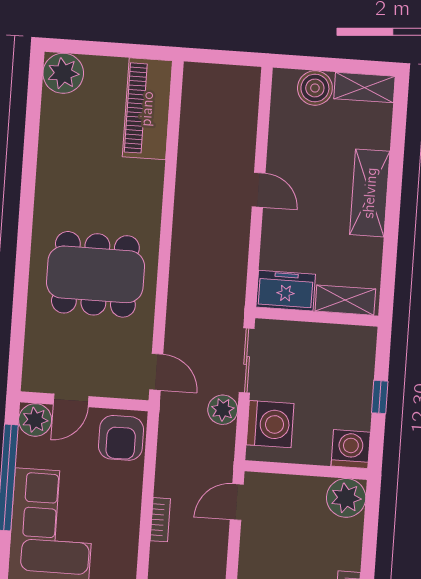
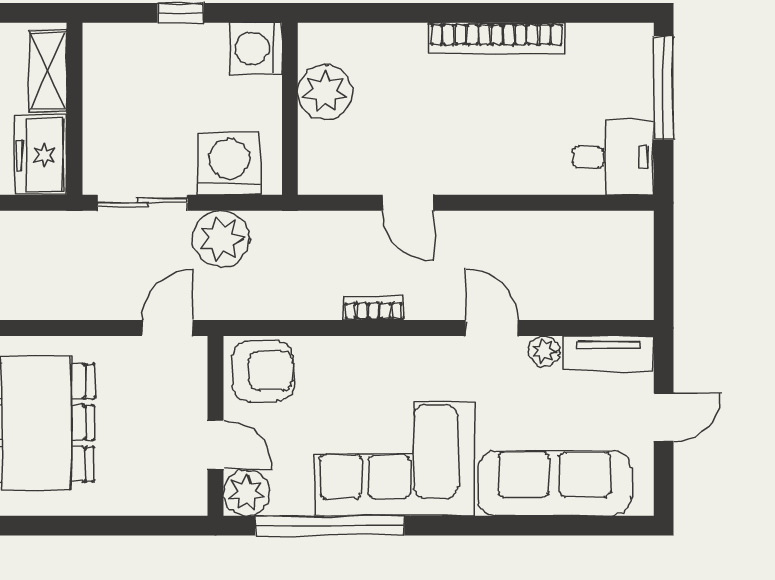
plant: (223, 410) -> (221, 239), width x1.36, depth x1.36
plant: (346, 498) -> (325, 92), moved
door: (237, 502) -> (408, 203), moved

